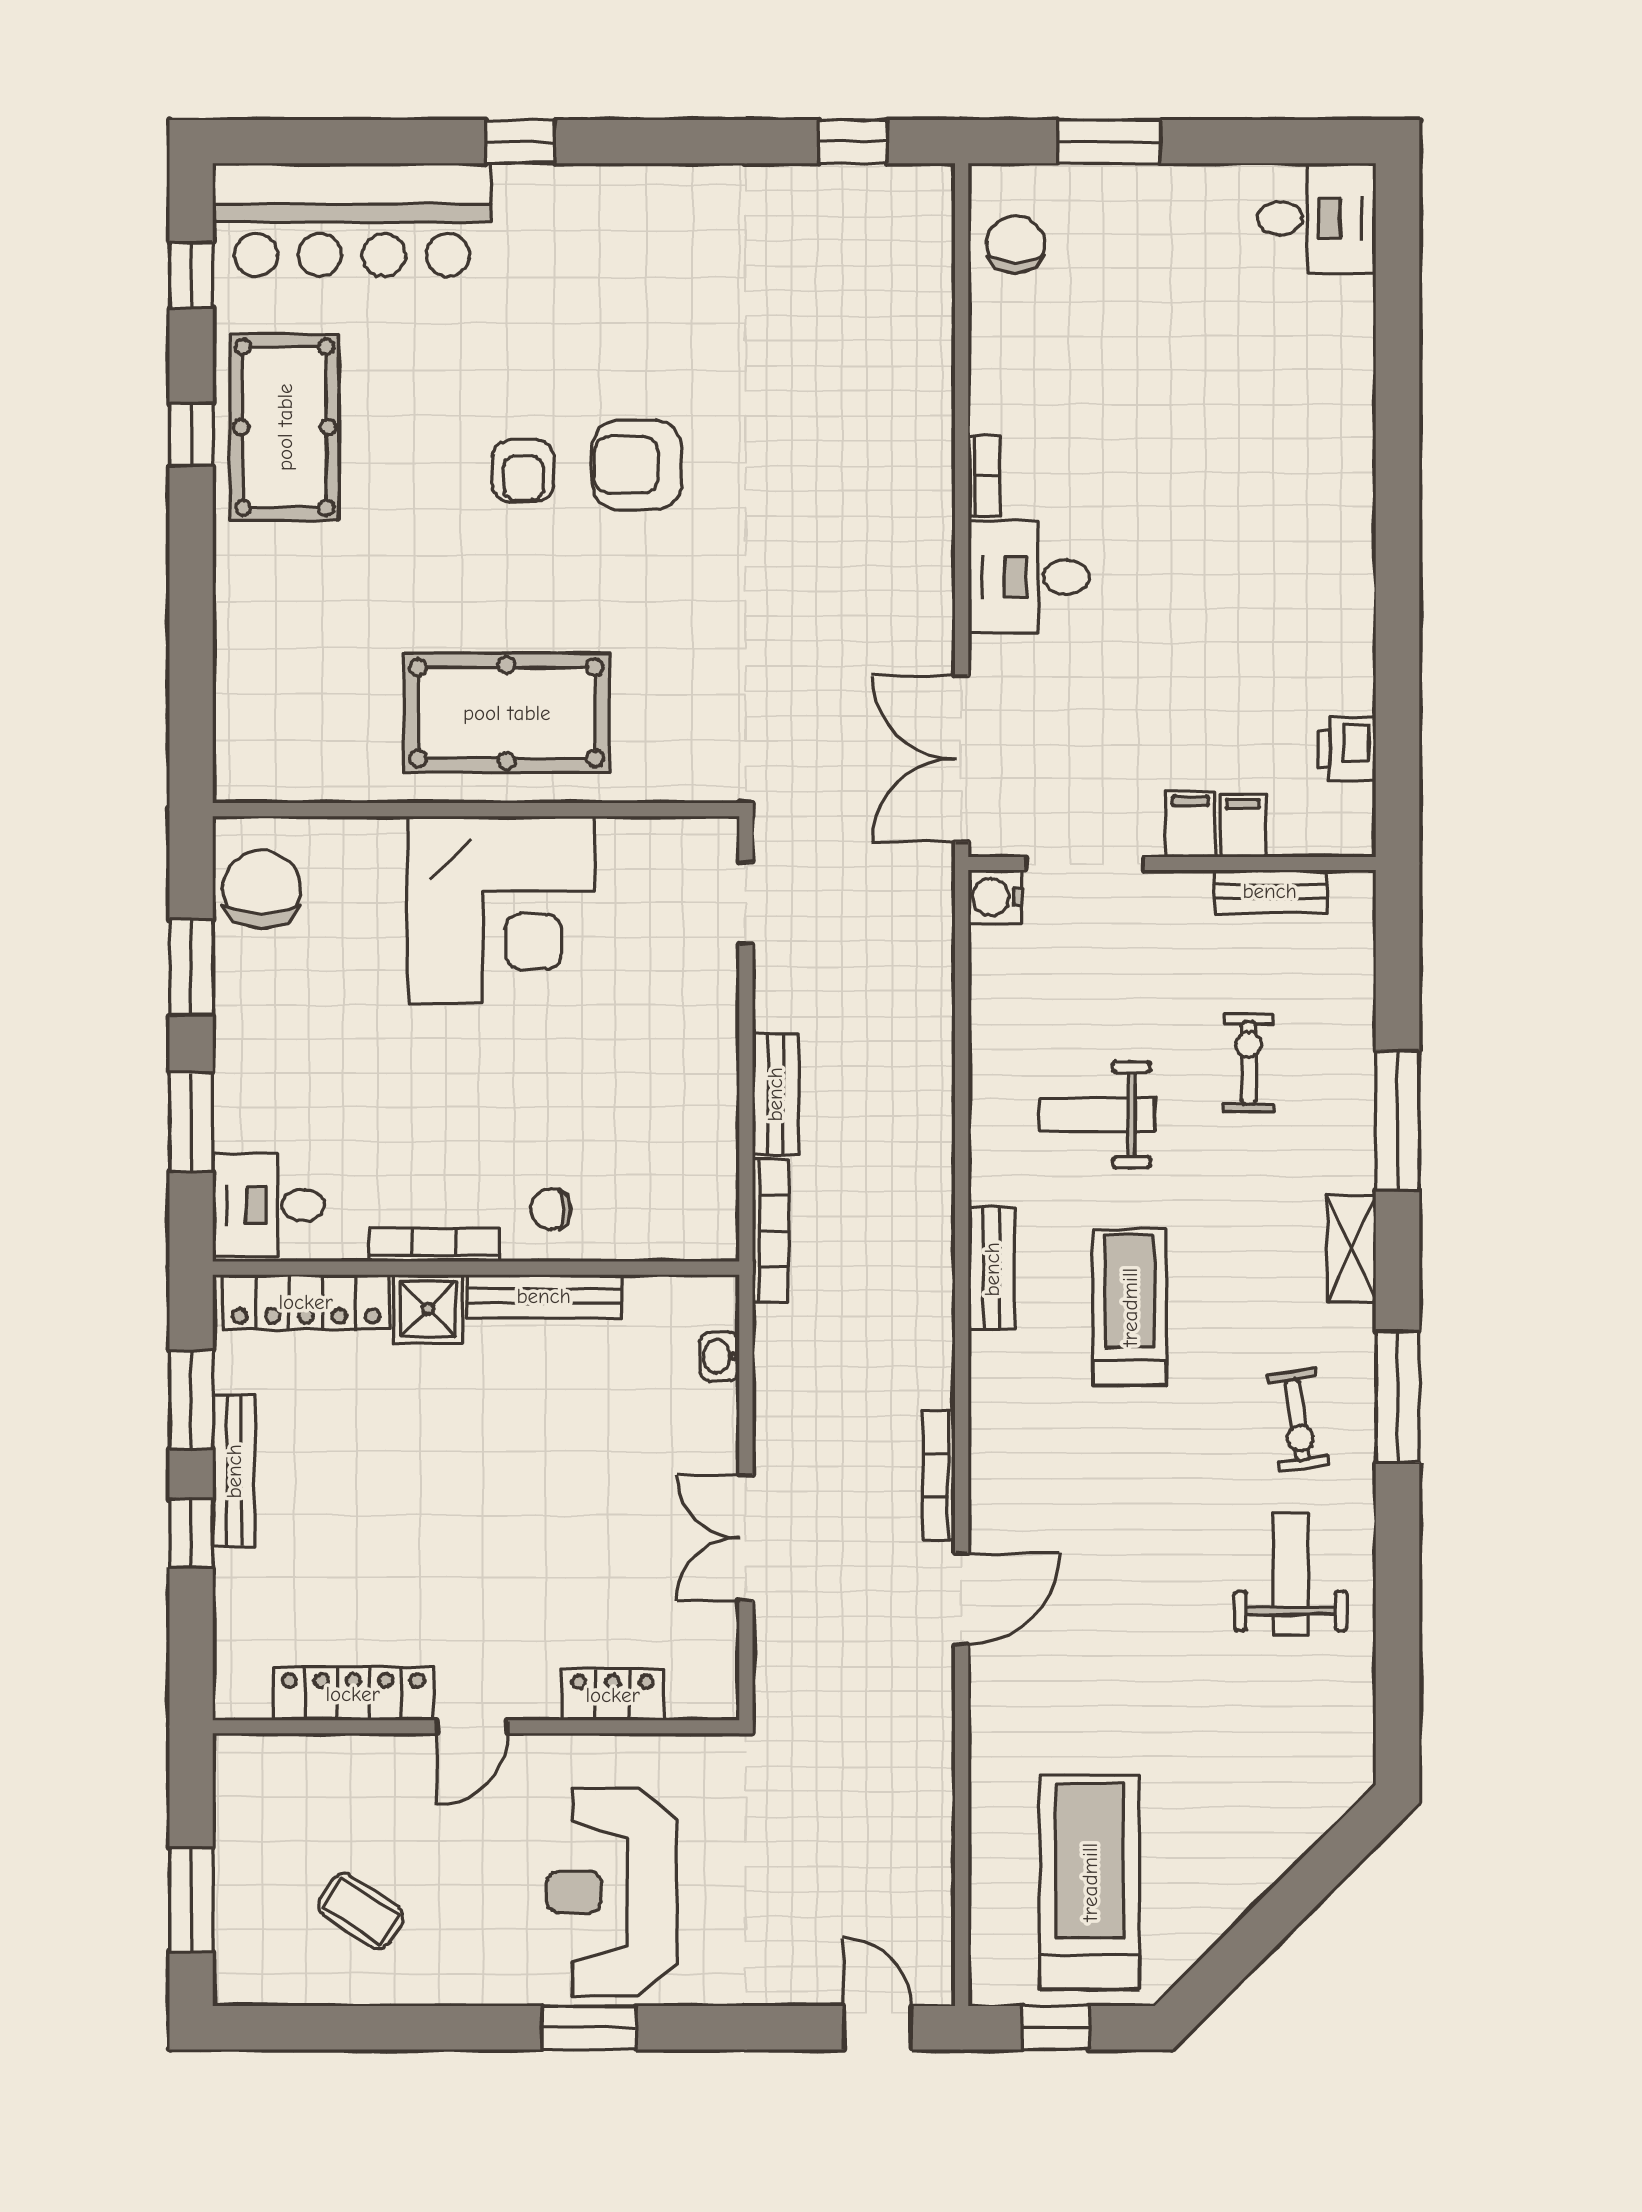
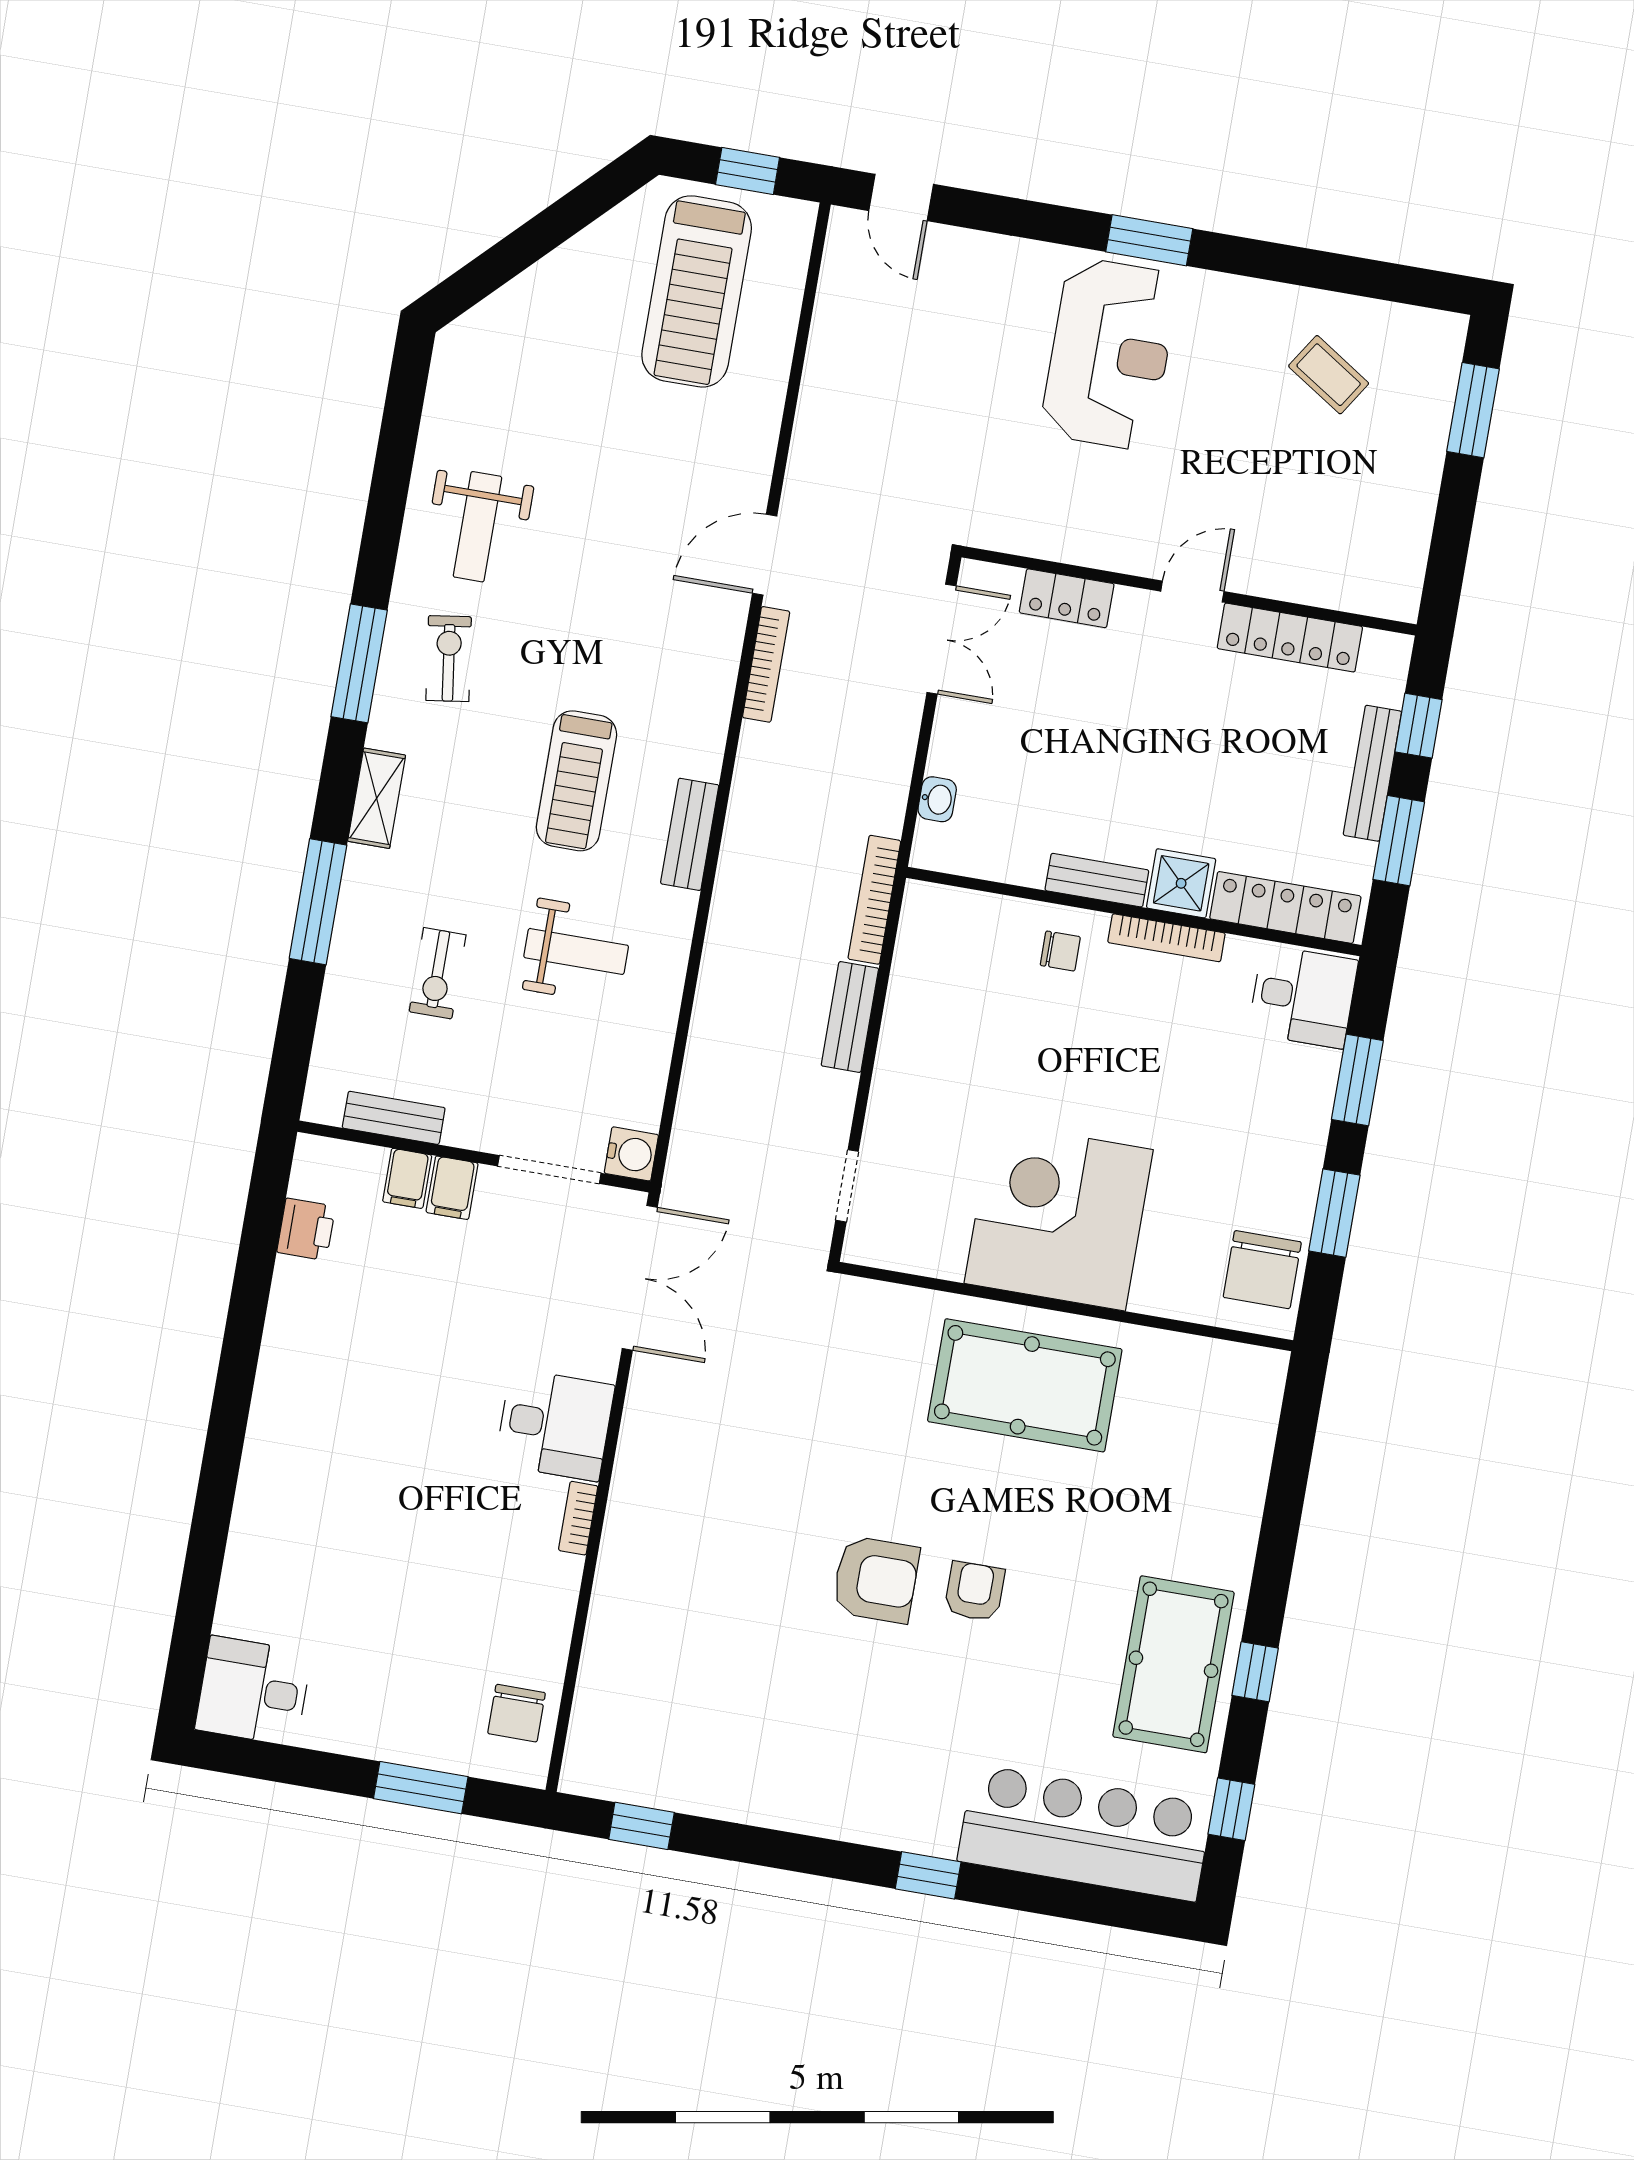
bench: (544, 1296) -> (1097, 880), width x0.73
locker: (353, 1694) -> (1290, 638), moved
locker: (613, 1695) -> (1067, 598), moved
door: (472, 1727) -> (1192, 591), moved
wall: (476, 1727) -> (1189, 591), moved

